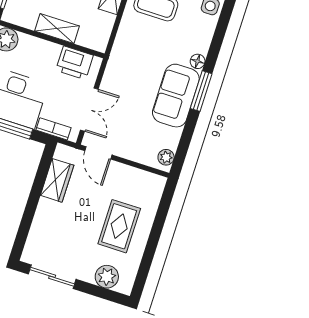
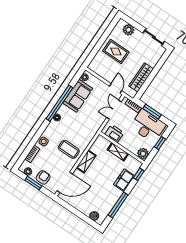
window: (201, 91) -> (59, 103), width x2.11
sofa: (176, 96) -> (78, 96), moved
wardrobe: (57, 180) -> (141, 77), width x1.50
rug: (119, 226) -> (116, 52), turned 90

